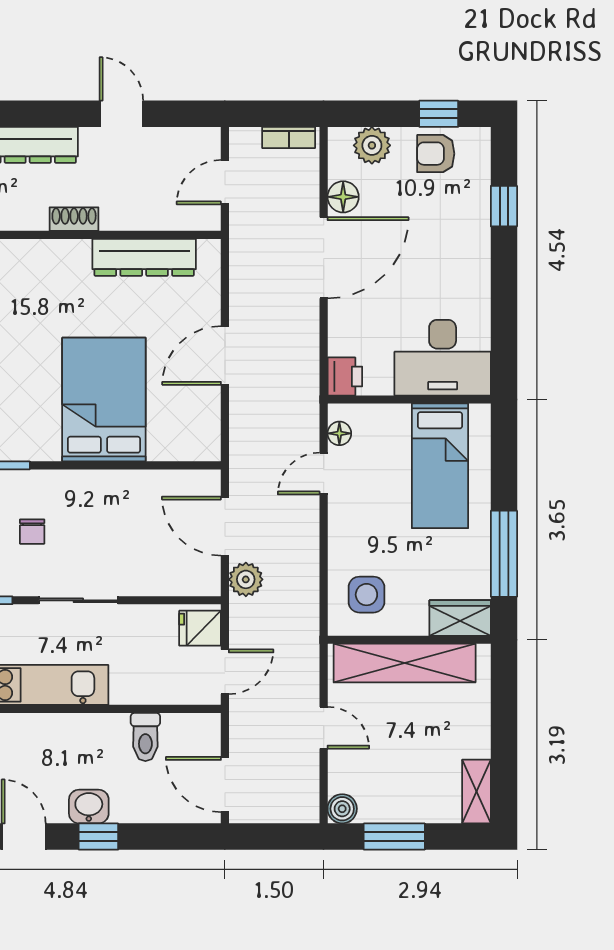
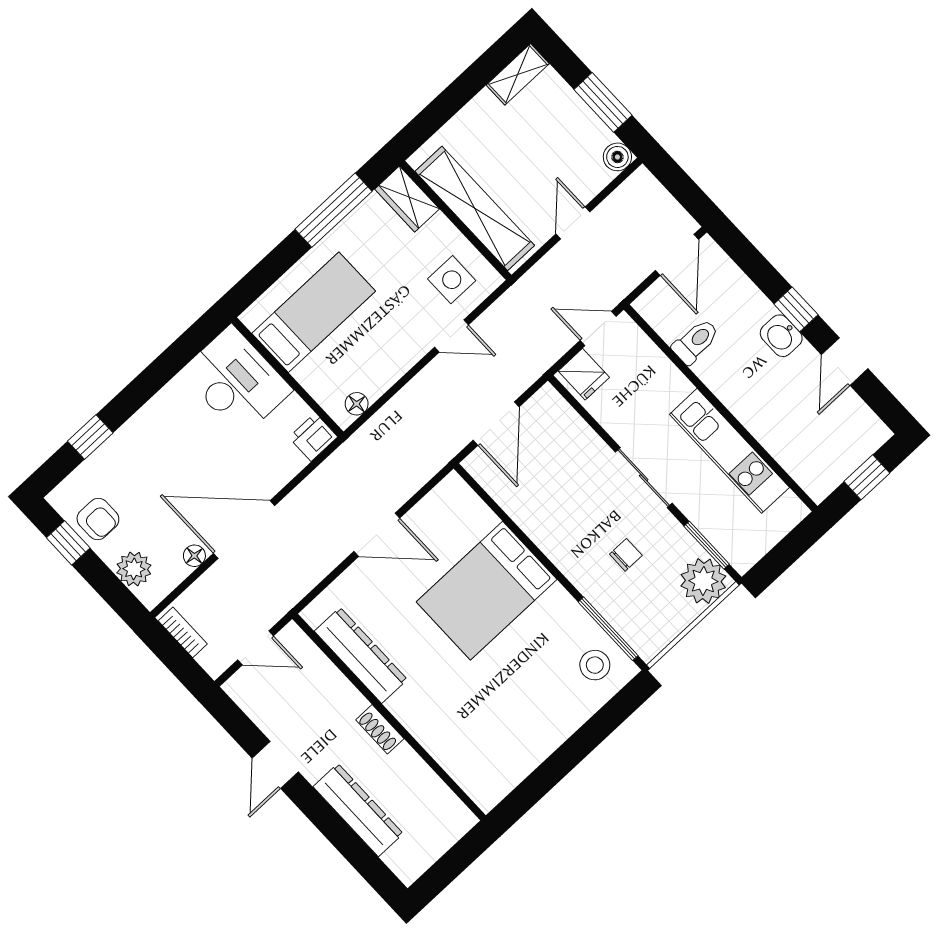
floor lamp: (343, 197) -> (194, 556), width x0.73, depth x0.73
door: (324, 474) -> (452, 336), moved
plant: (246, 579) -> (520, 374), removed

